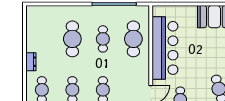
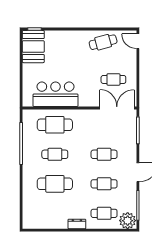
bar counter: (165, 48) -> (55, 94), width x0.73

